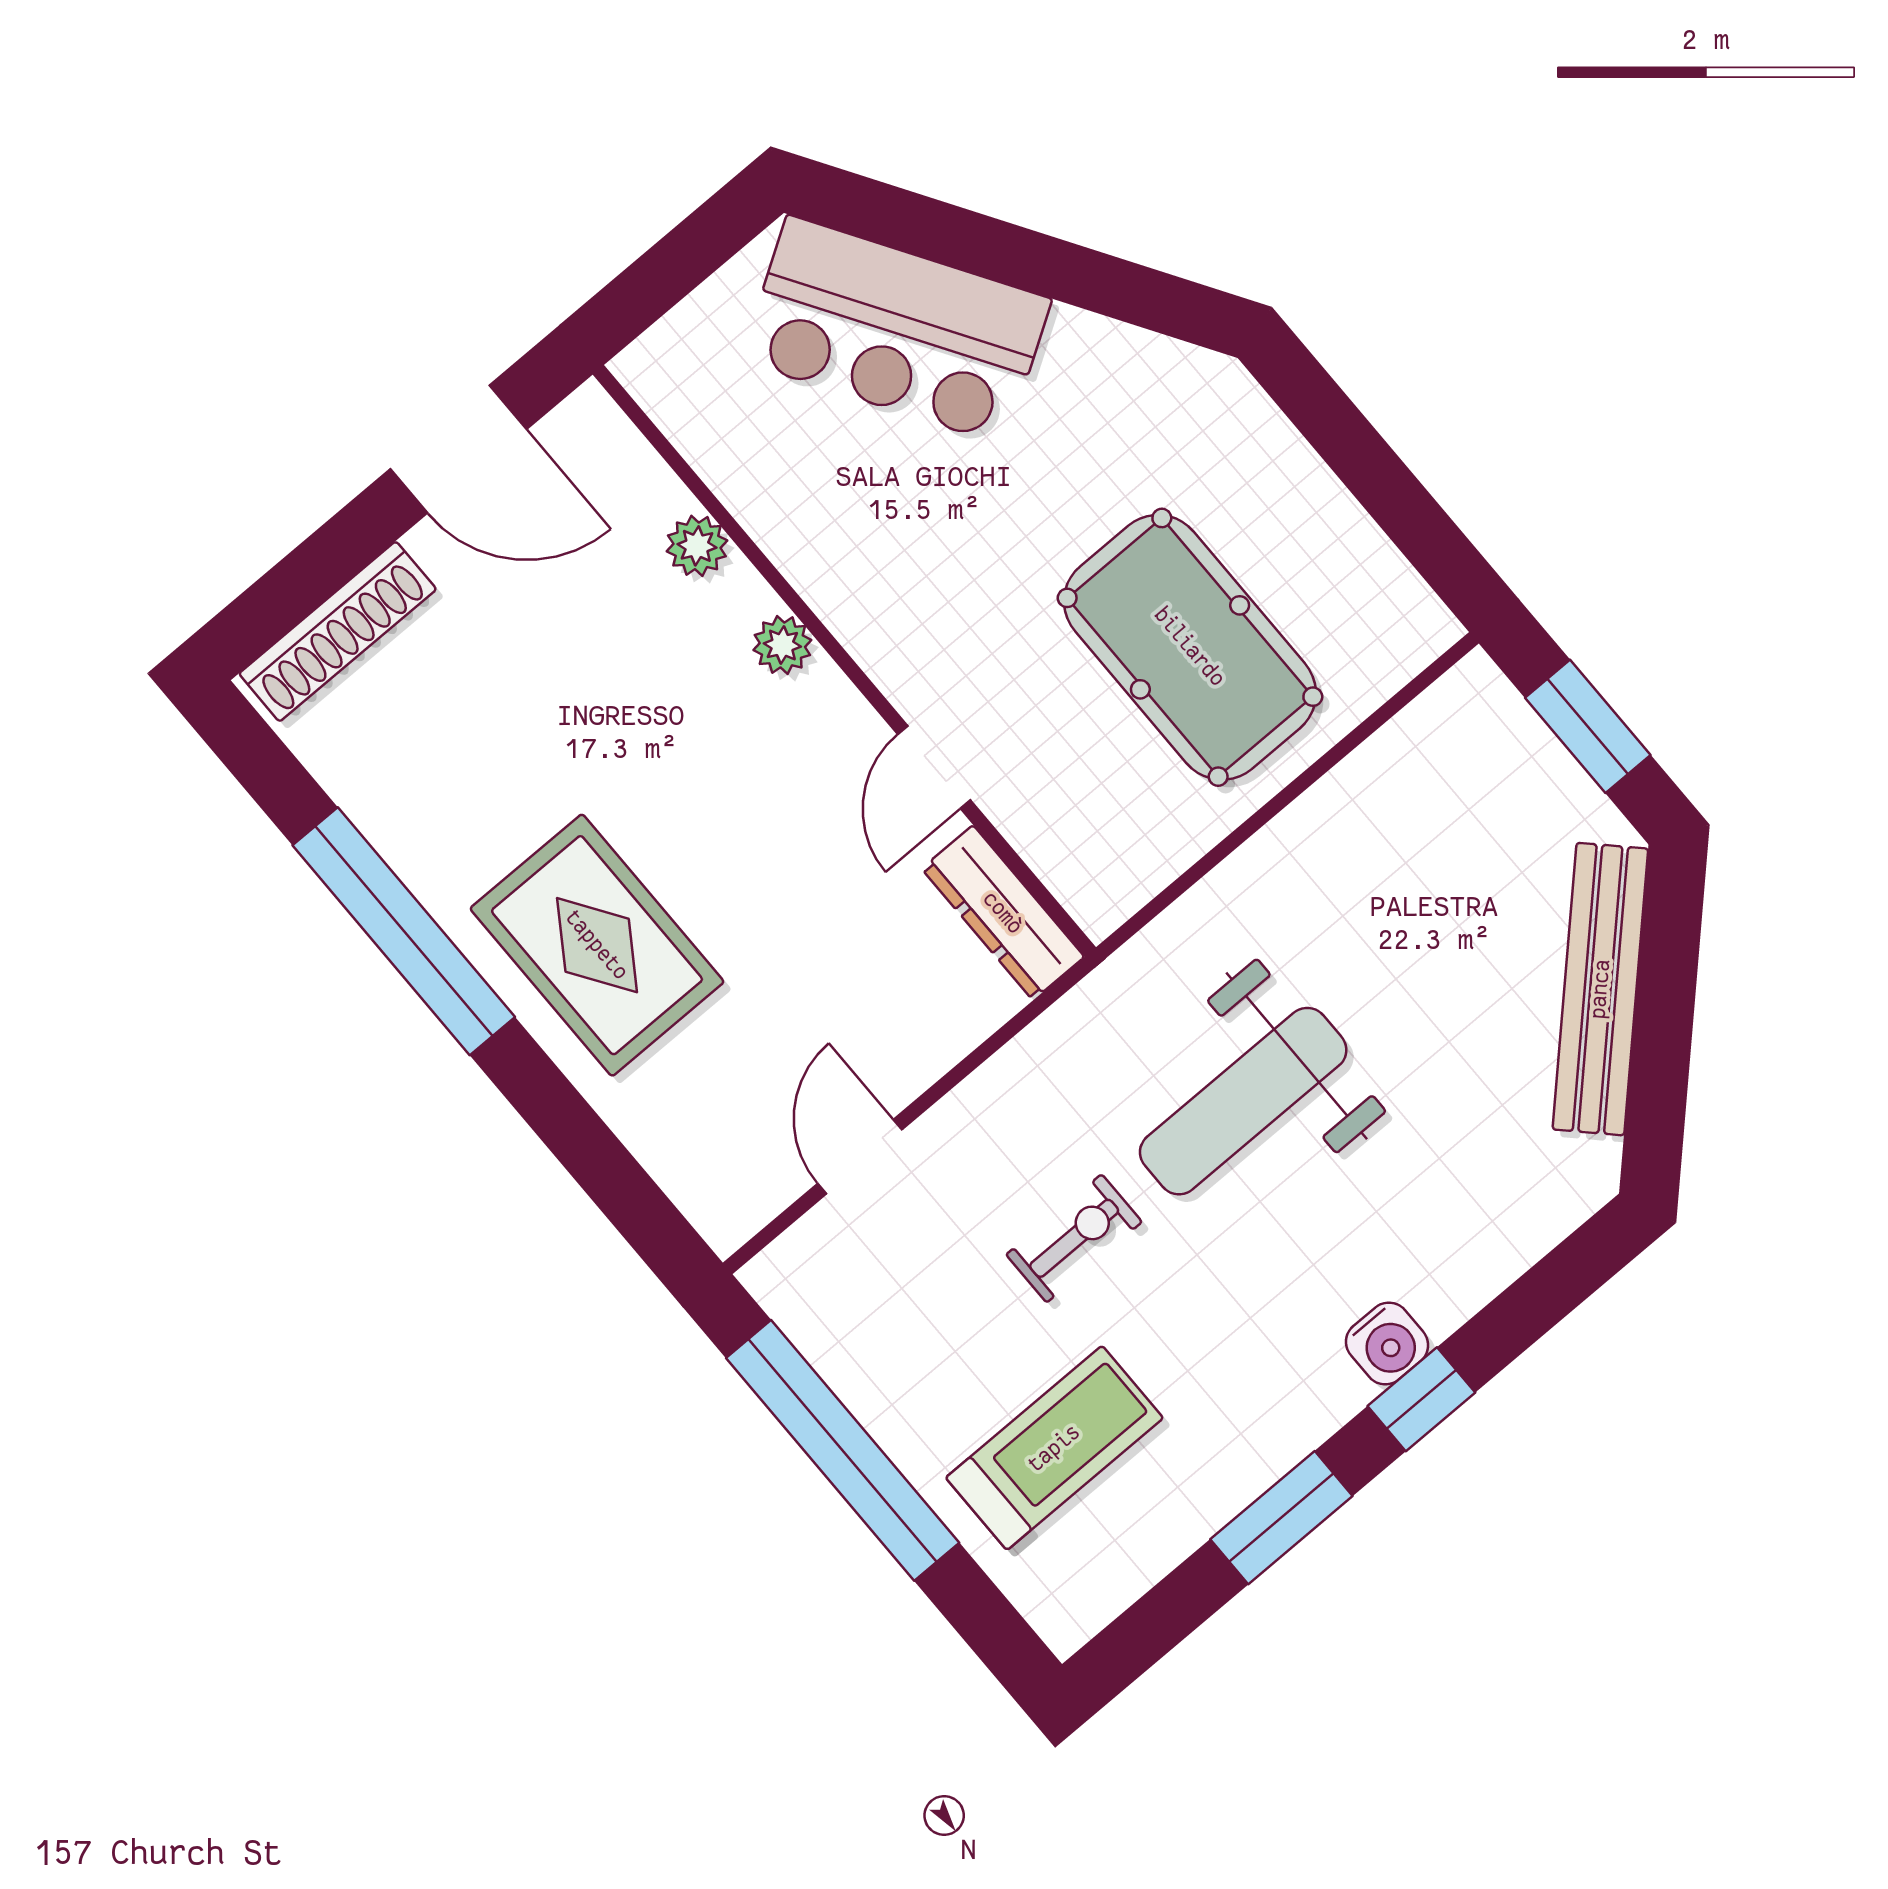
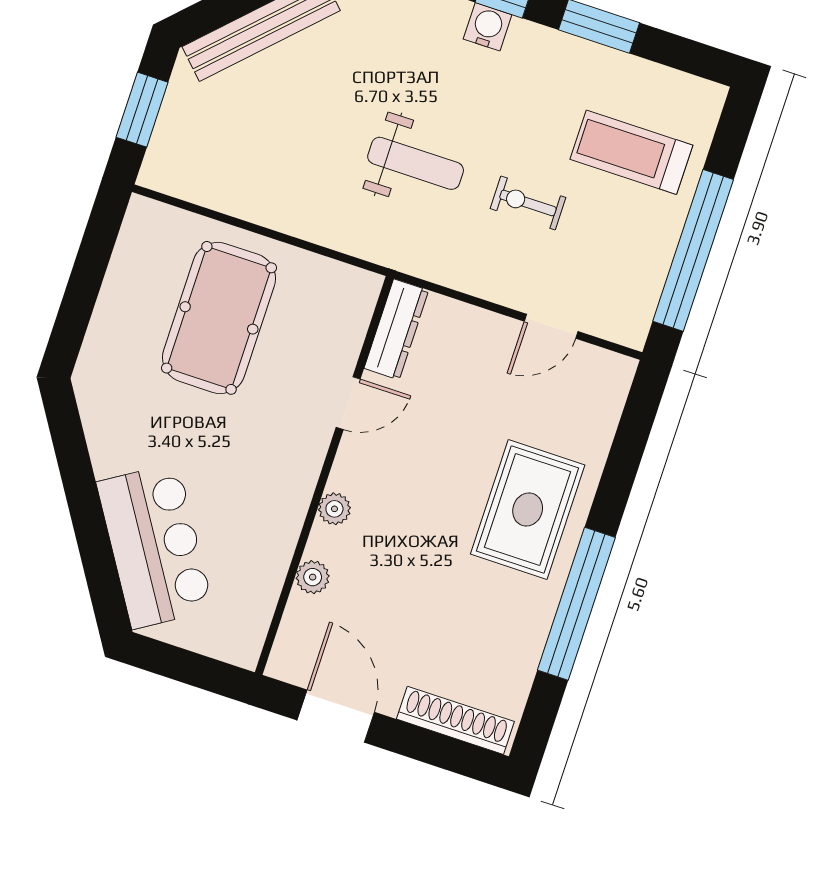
weight bench: (1243, 1101) -> (416, 163), width x0.73, depth x0.75

